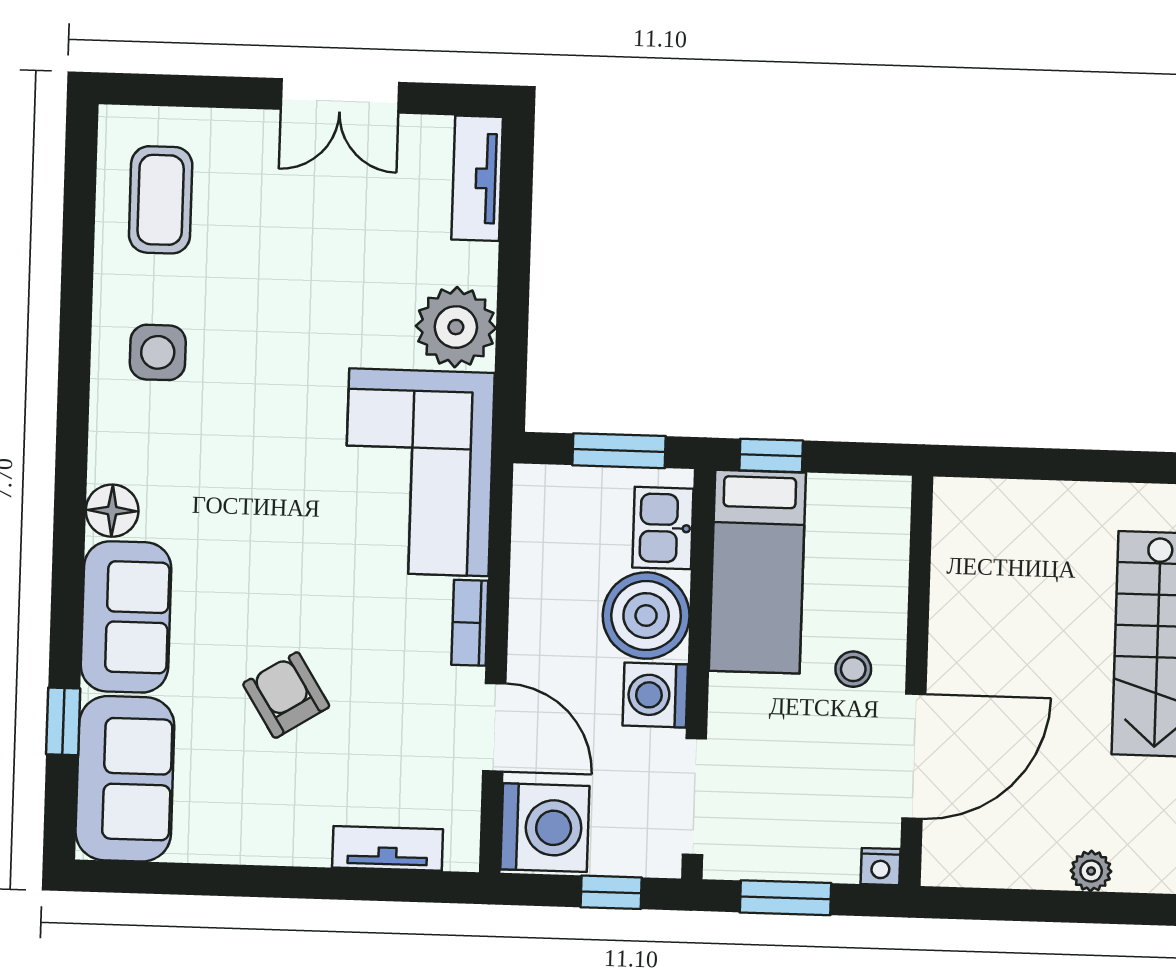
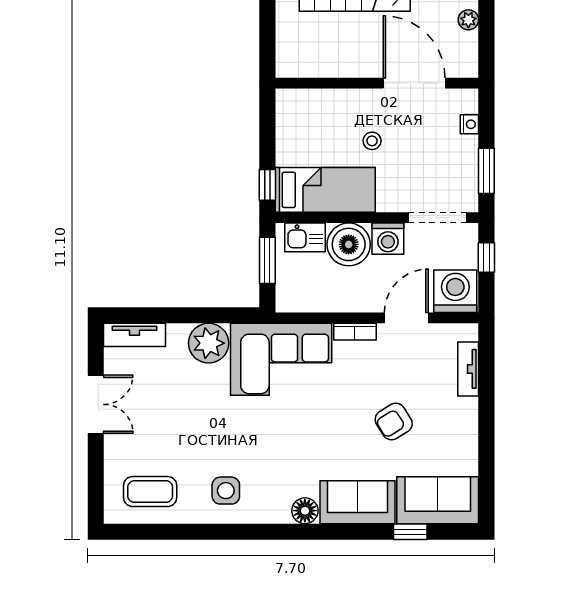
wall: (916, 681) -> (377, 83), moved
door: (914, 756) -> (414, 83), moved

